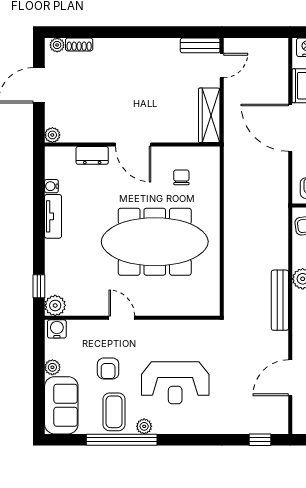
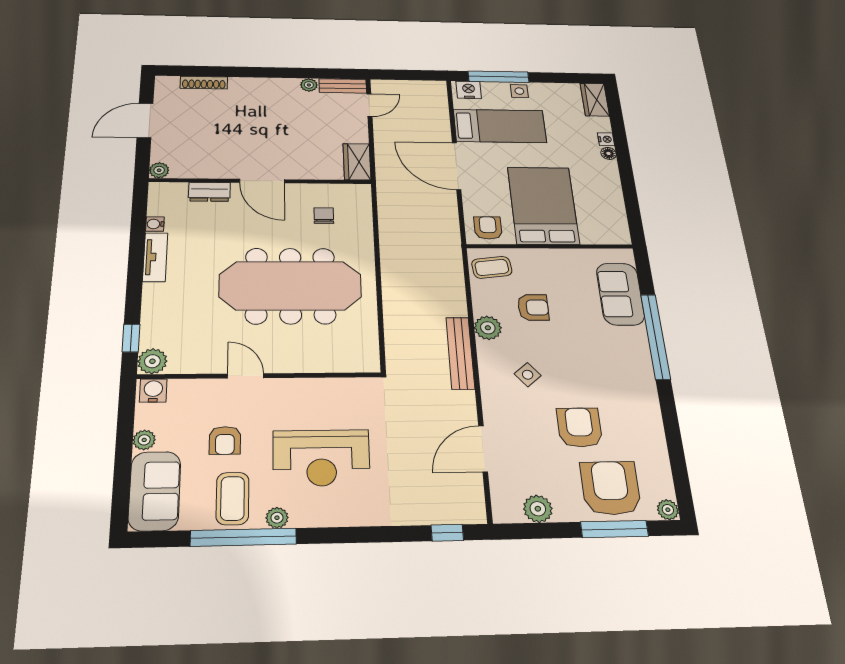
shoe rack: (79, 44) -> (204, 83), width x1.43
plant: (57, 45) -> (309, 85), moved
wardrobe: (209, 115) -> (357, 162), width x0.67

